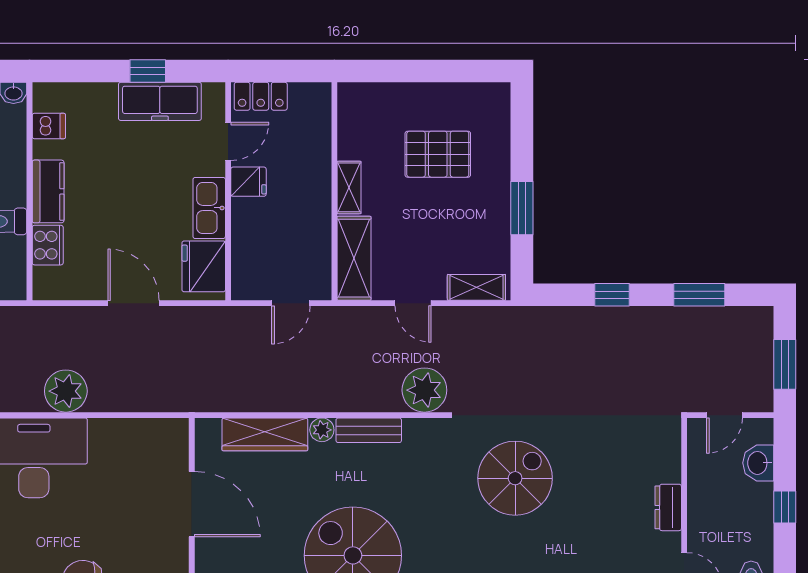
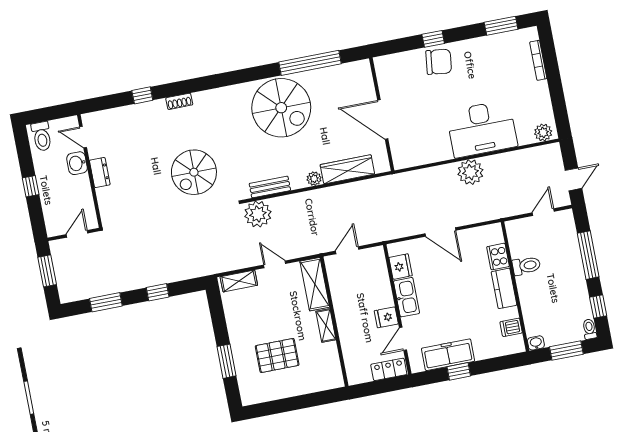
window: (522, 208) -> (227, 361), moved
fridge: (204, 266) -> (401, 267), width x0.73, depth x0.75
bench: (369, 430) -> (270, 187), moved
washbasin: (758, 463) -> (77, 163), moved, turned 180

